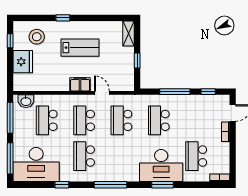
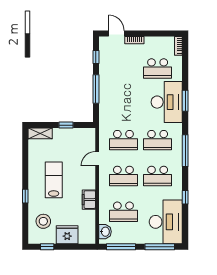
filing cabinet: (80, 84) -> (89, 200), moved
school desk: (159, 120) -> (158, 140), moved

